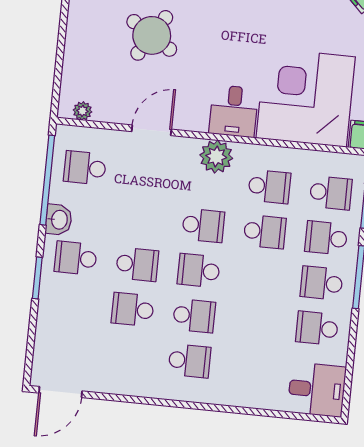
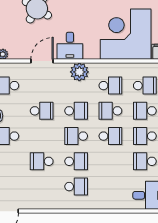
desk: (234, 111) -> (70, 46), moved
school desk: (265, 232) -> (110, 111), turned 180
school desk: (137, 264) -> (42, 111), moved
school desk: (260, 277) -> (110, 136), added

